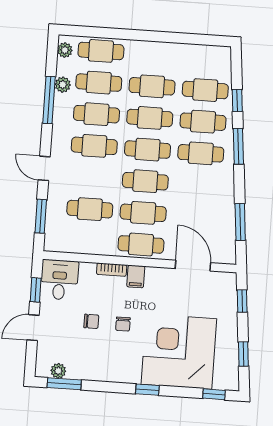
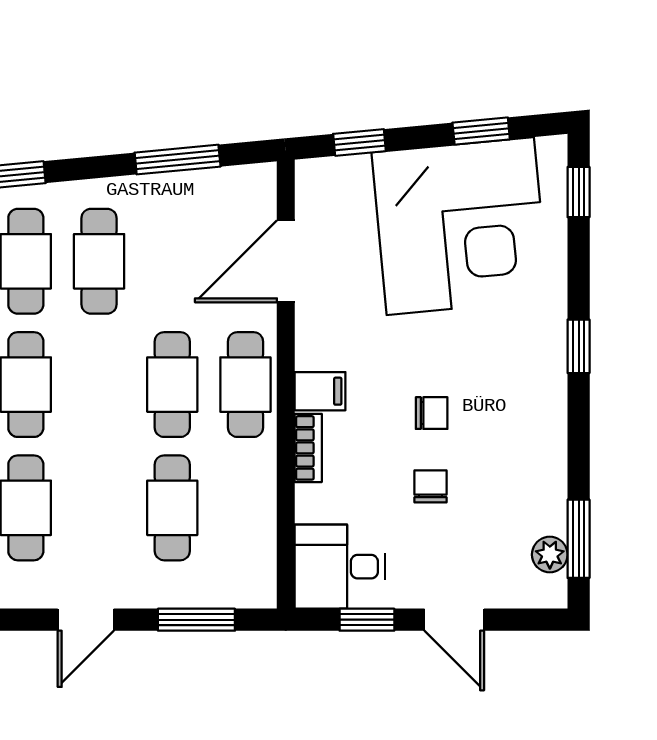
cafe table: (145, 181) -> (99, 261), moved
corner desk: (179, 352) -> (460, 226), moved, turned -95

